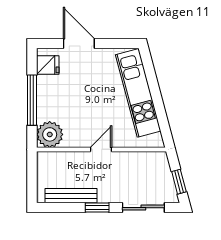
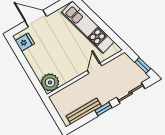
window: (32, 100) -> (28, 68), removed
door: (101, 149) -> (95, 68), moved

